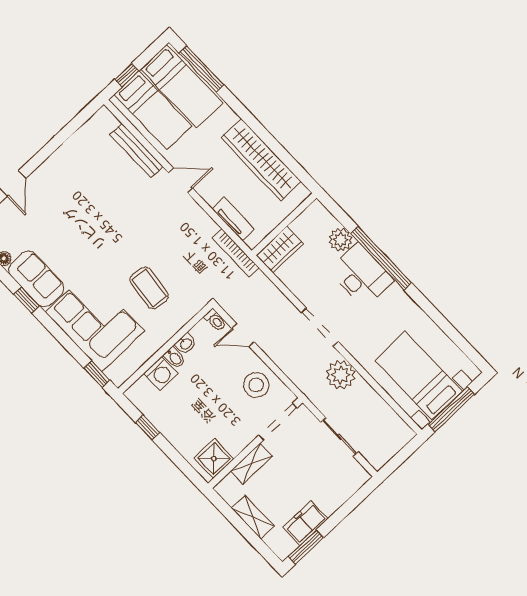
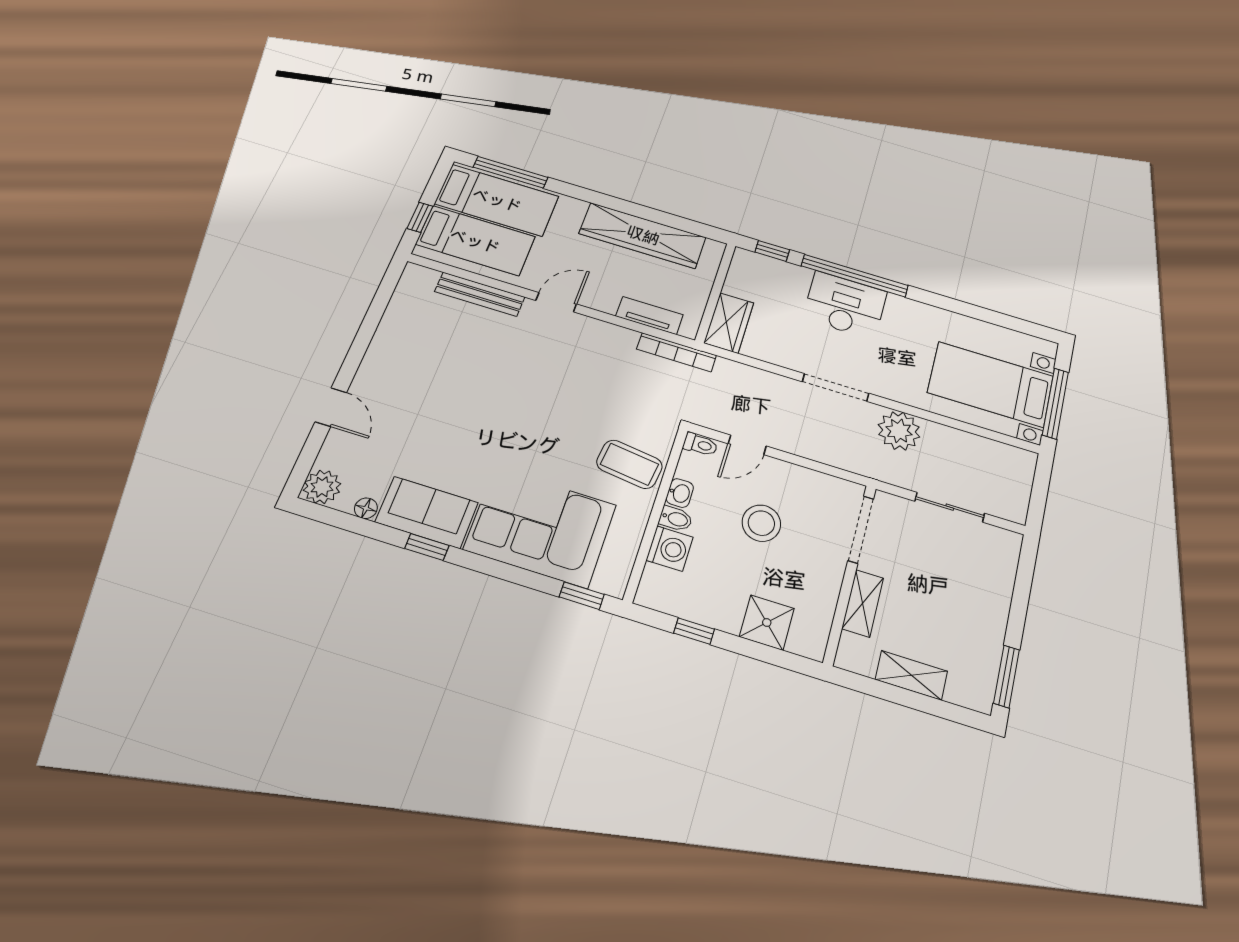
window: (338, 213) -> (772, 251), added
plant: (340, 240) -> (794, 278), removed
coffee table: (149, 288) -> (629, 464), moved
stool: (256, 385) -> (761, 523), moved
shower: (214, 459) -> (767, 622), moved
freezer: (305, 523) -> (984, 644), removed

